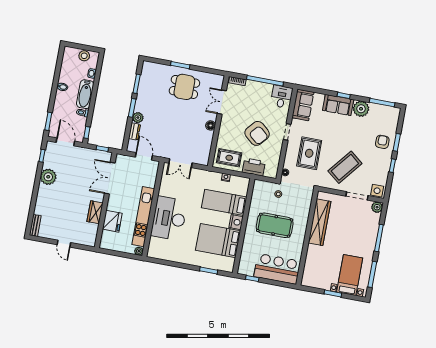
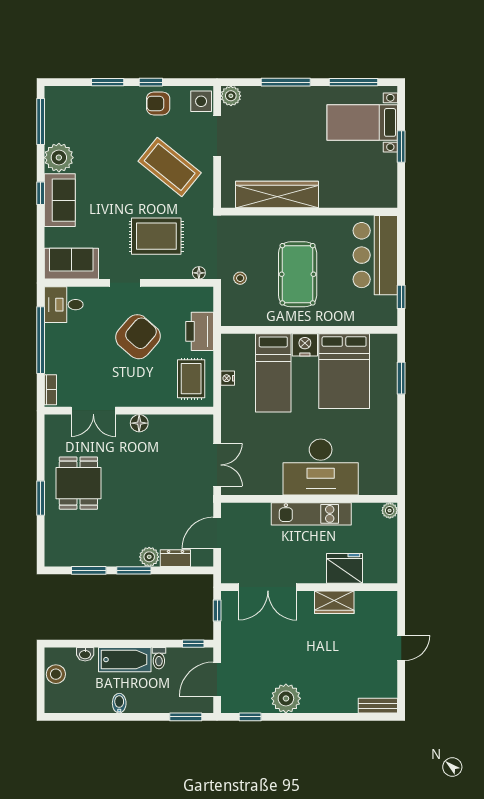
armchair: (382, 142) -> (158, 103), moved
kitchen unit: (143, 217) -> (311, 514), width x0.73

